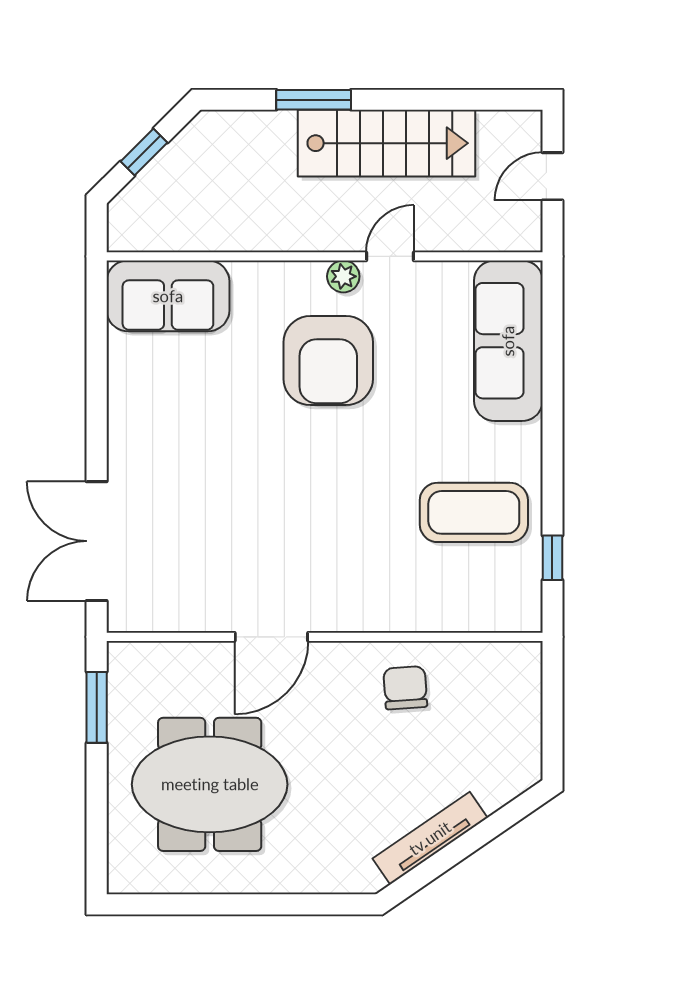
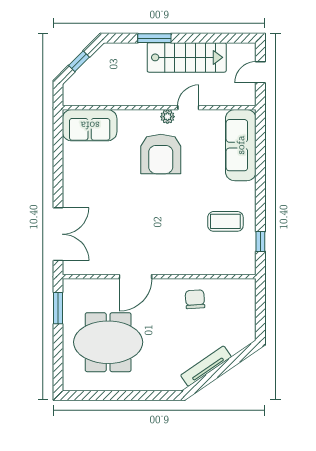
coffee table: (474, 512) -> (225, 221), width x0.73, depth x0.76
double door: (97, 541) -> (58, 234), swing flipped

